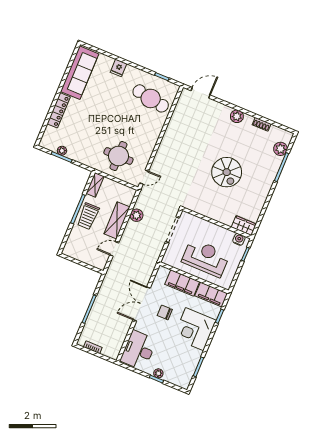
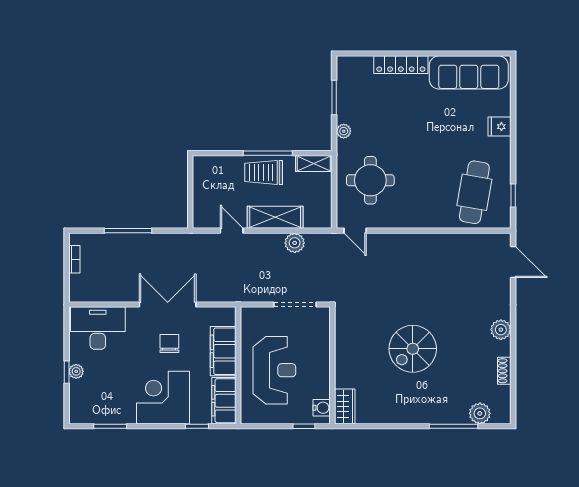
plant: (62, 151) -> (344, 131), moved

